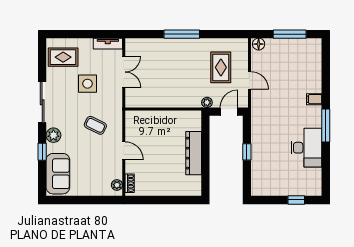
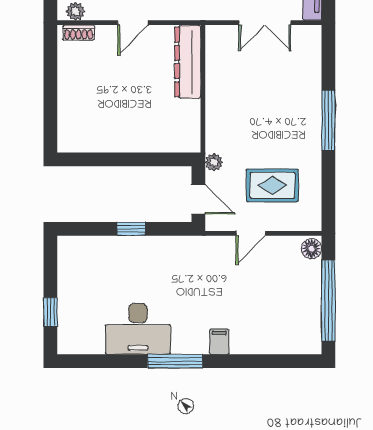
window: (290, 34) -> (328, 301), width x1.46
dresser: (194, 153) -> (188, 62), moved, turned -90

